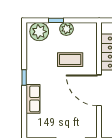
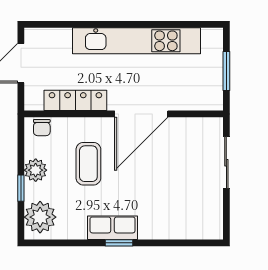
chair: (91, 33) -> (42, 128), added
row of seats: (33, 99) -> (113, 228), moved

